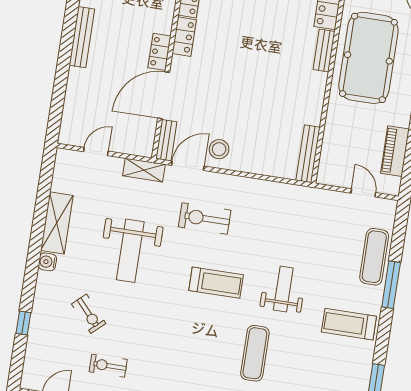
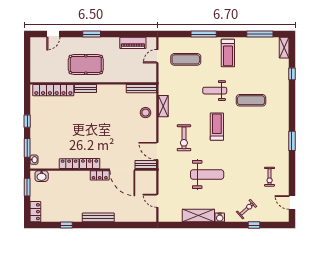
pool table: (368, 58) -> (86, 65), width x0.73, depth x0.76
stool: (219, 149) -> (146, 113), moved
shelving: (144, 170) -> (163, 106), moved
exercise mat: (374, 257) -> (186, 59), moved
exercise bike: (89, 314) -> (247, 209), moved

